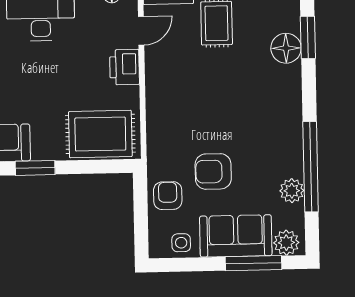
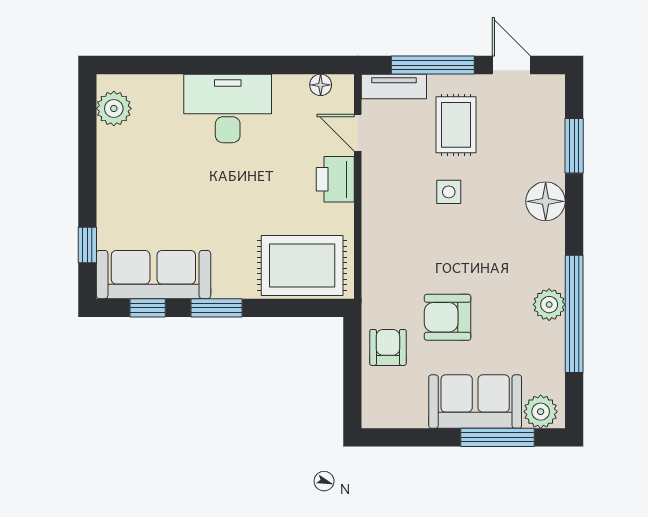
door: (141, 31) -> (358, 133), swing flipped
floor lamp: (286, 48) -> (546, 201), moved
plant: (292, 191) -> (549, 305), moved
side table: (181, 243) -> (449, 192), moved

